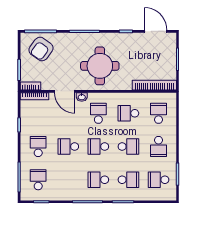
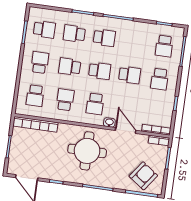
school desk: (128, 113) -> (65, 100), turned -90

